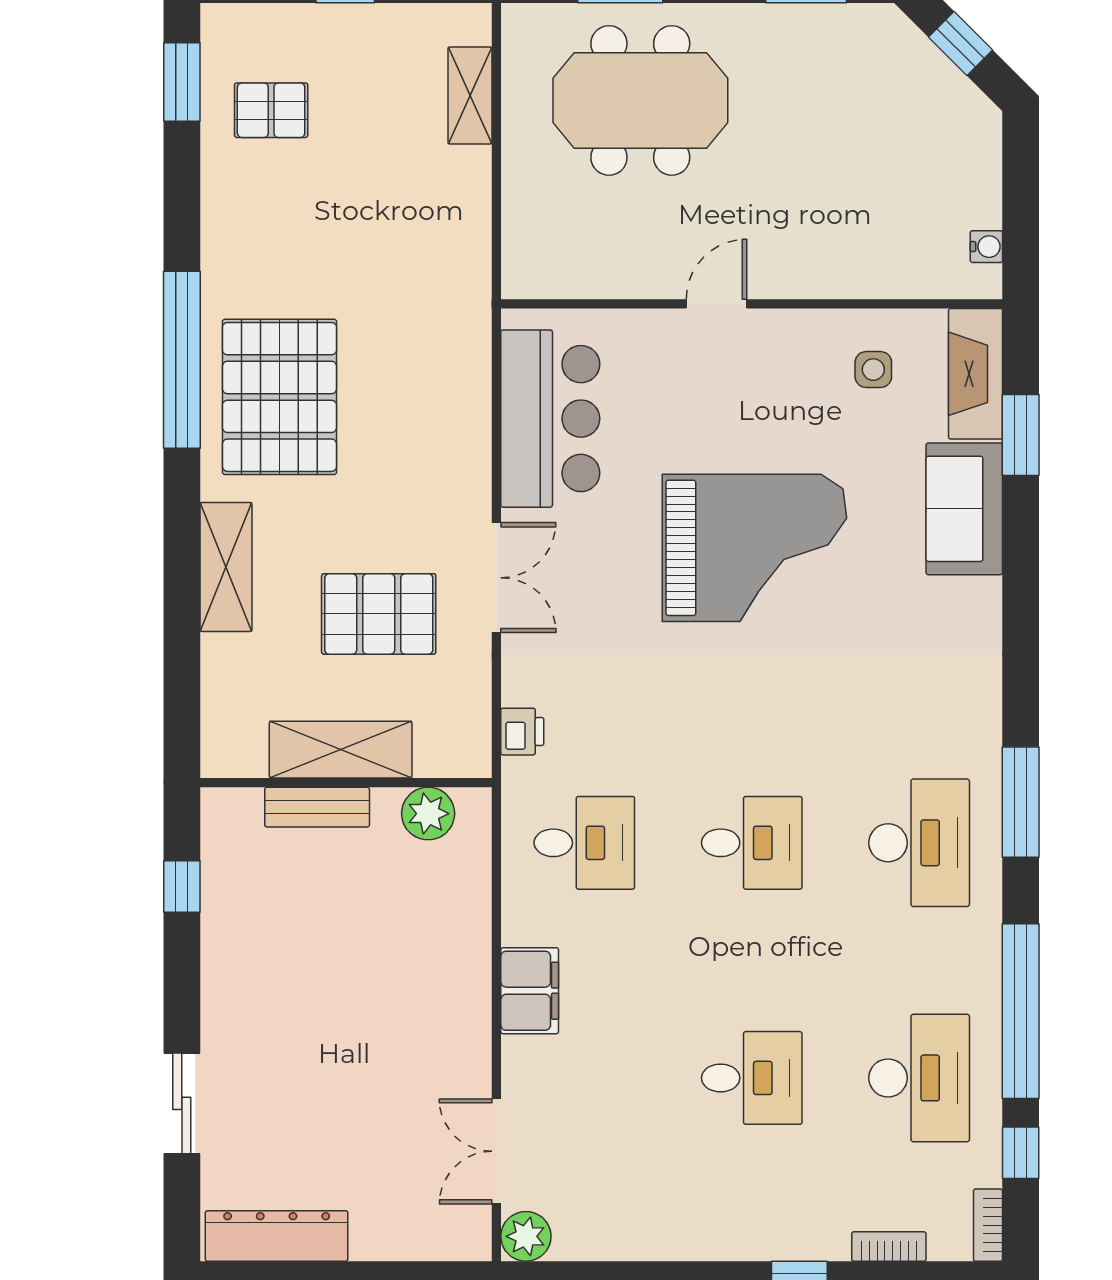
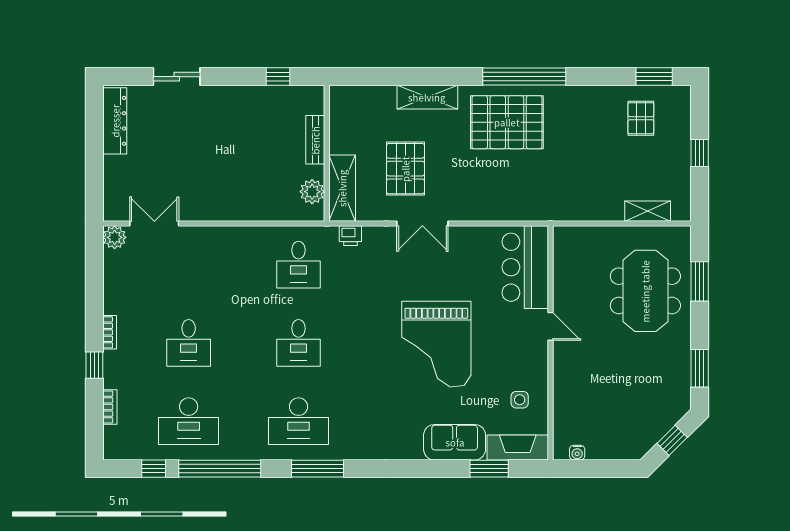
bar counter: (550, 419) -> (525, 267), moved, turned 90
shelving: (341, 750) -> (342, 188), moved
filing cabinet: (530, 991) -> (229, 239), removed
bookcase: (988, 1225) -> (110, 332), moved, turned 90

